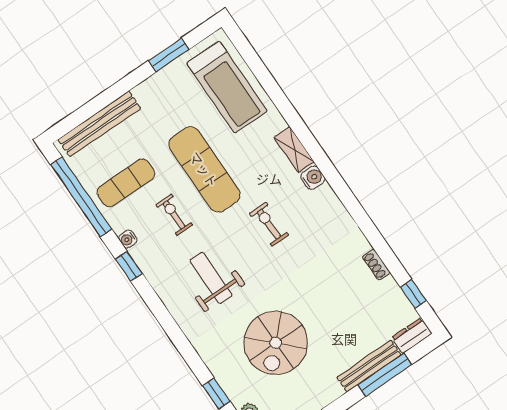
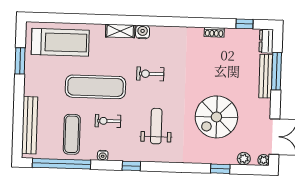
window: (129, 266) -> (131, 166), moved
weight bench: (211, 278) -> (156, 126), turned 90
spiral stairs: (276, 343) -> (216, 117), turned 90

